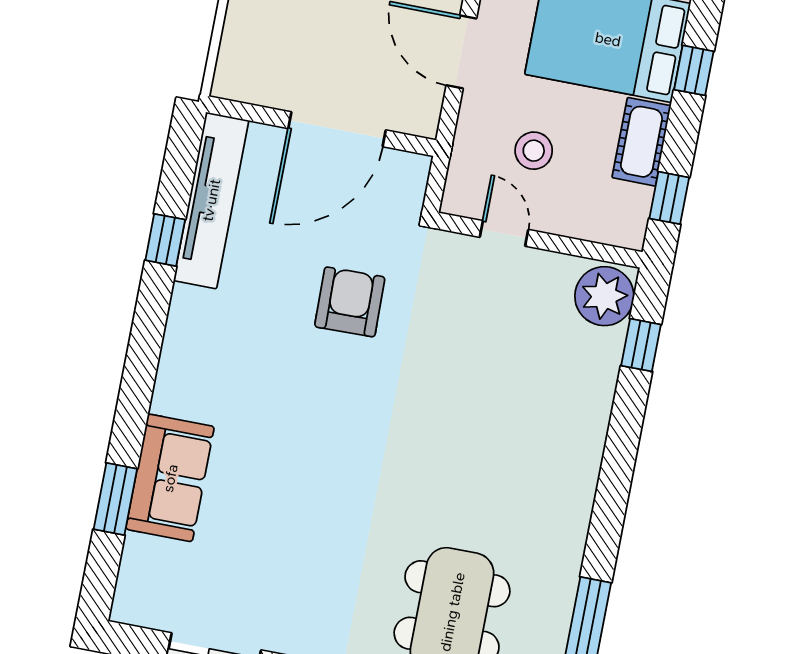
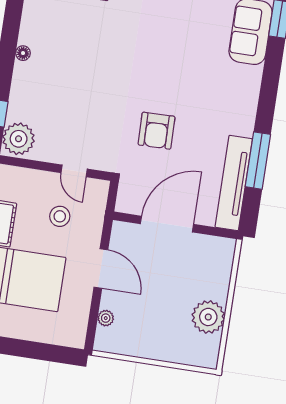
window: (165, 240) -> (258, 161), width x2.17
floor lamp: (590, 454) -> (23, 53), added

